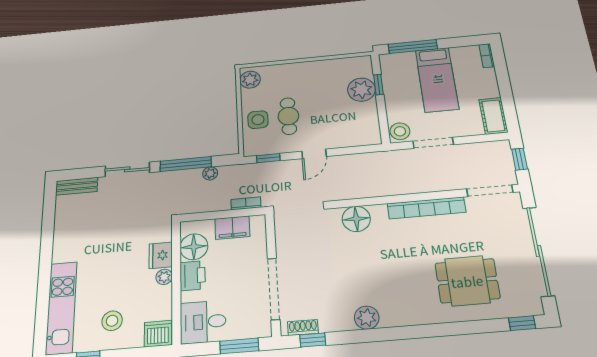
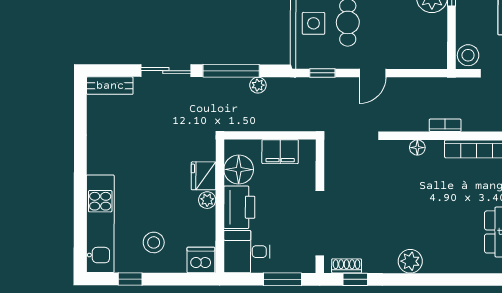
bookcase: (246, 203) -> (445, 125), moved
floor lamp: (356, 219) -> (417, 148), width x0.53, depth x0.53
printer: (193, 276) -> (239, 207), width x1.37, depth x1.19

